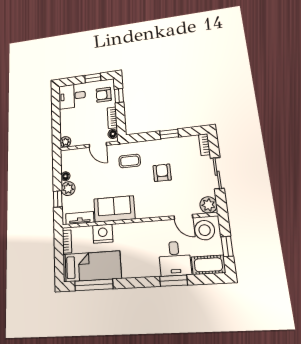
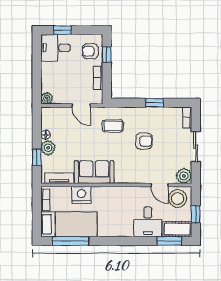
window: (93, 78) -> (62, 30), moved
floor lamp: (113, 134) -> (98, 96), removed
armchair: (162, 173) -> (144, 141), turned 90
window: (173, 281) -> (169, 241), moved

